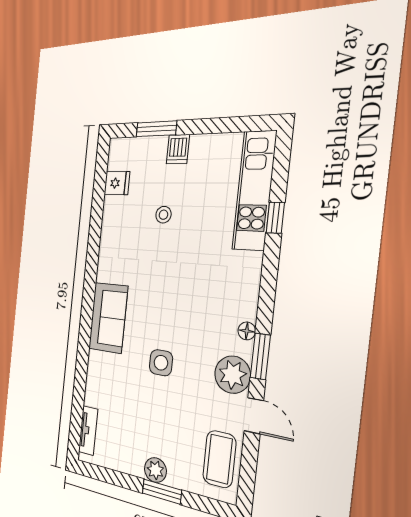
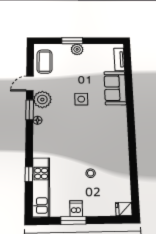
window: (156, 129) -> (73, 220), moved
dishwasher: (178, 149) -> (76, 209), moved
fridge: (117, 183) -> (124, 209), moved
sofa: (108, 318) -> (115, 88), moved
door: (254, 416) -> (30, 83), hinge flipped

